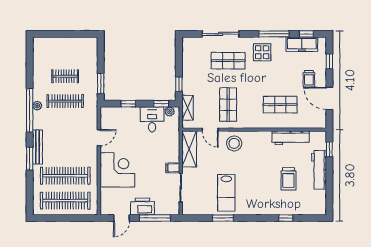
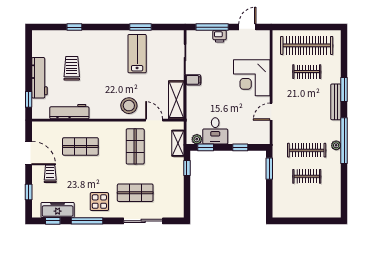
clothes rail: (65, 176) -> (307, 72), width x0.54, depth x0.76
printer: (142, 207) -> (220, 36), width x0.53, depth x0.68

